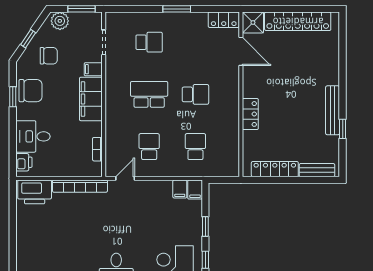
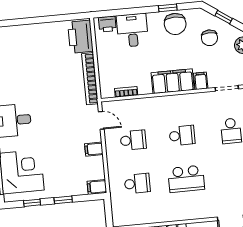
school desk: (149, 94) -> (182, 135), width x0.54
school desk: (195, 94) -> (186, 179), width x1.85
filing cabinet: (180, 189) -> (94, 149), moved

